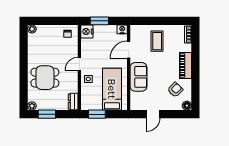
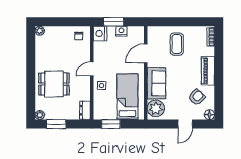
nightstand: (122, 29) -> (121, 31), moved
plant: (138, 100) -> (156, 108), added
door: (153, 114) -> (185, 124), moved

